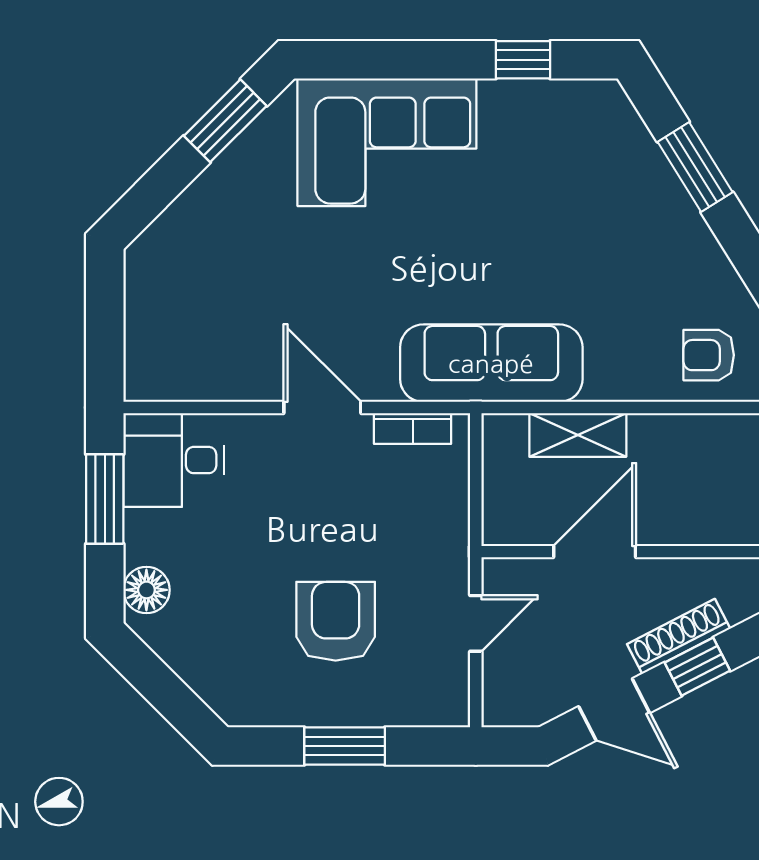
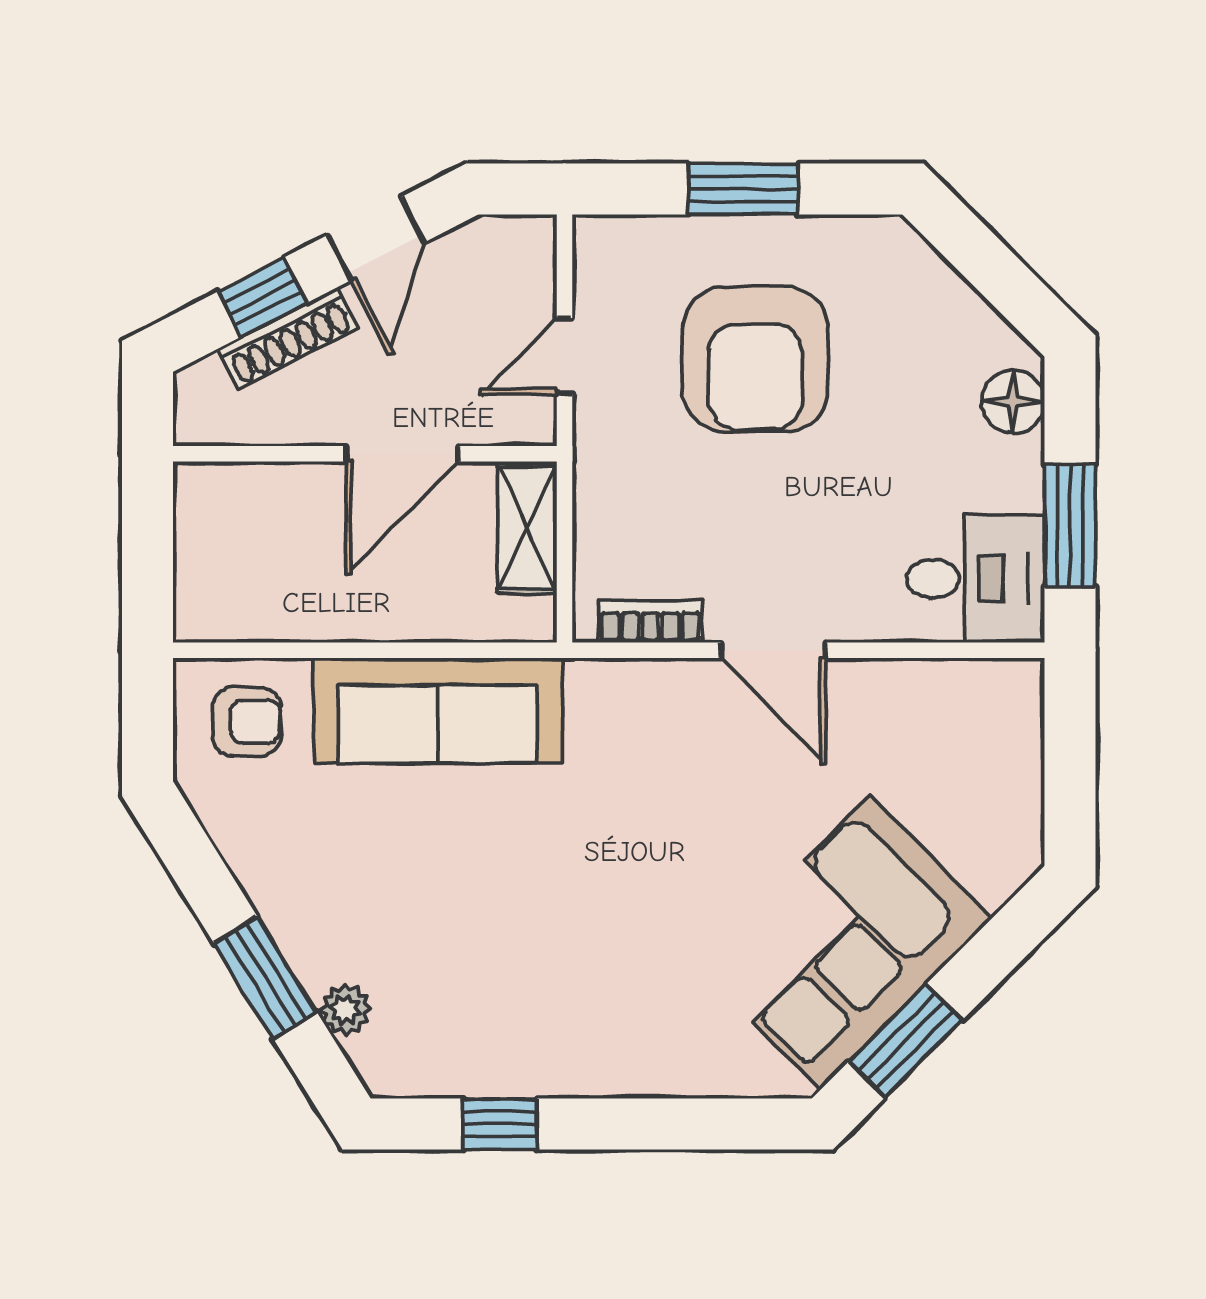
corner sofa: (387, 142) -> (845, 942), moved, turned -45
plant: (637, 144) -> (345, 1010), added
sofa: (491, 363) -> (438, 711), moved
shelving: (578, 435) -> (527, 528), moved, turned 90
armchair: (336, 621) -> (755, 359), width x1.36, depth x1.36
door: (614, 710) -> (376, 239), swing flipped

